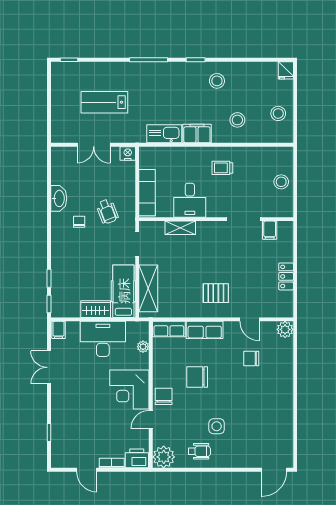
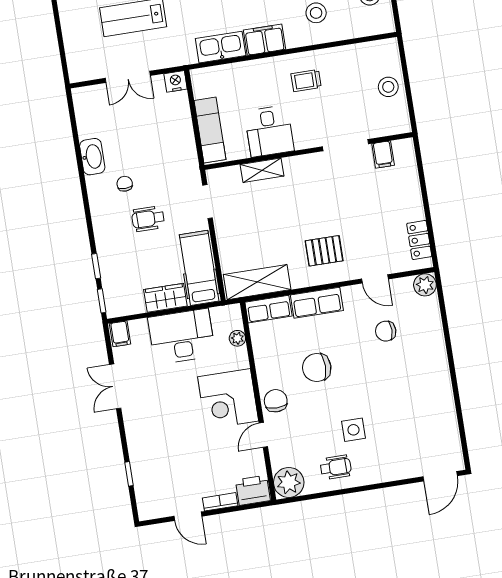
wheelchair: (107, 212) -> (148, 219), moved, turned 111
locker: (286, 276) -> (419, 240), moved
shelving: (148, 288) -> (257, 282), moved, turned 90

